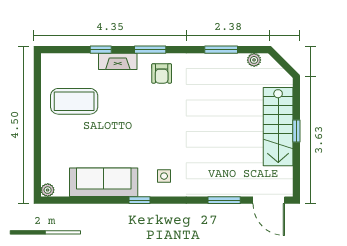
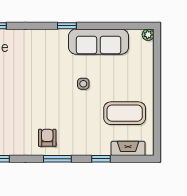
fireplace: (118, 61) -> (128, 148), moved
side table: (164, 176) -> (83, 84), moved

